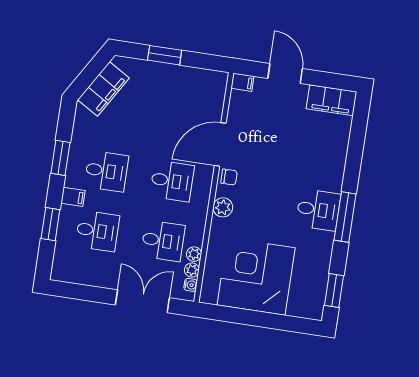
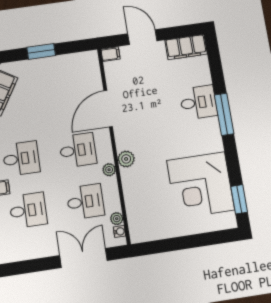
chair: (229, 177) -> (123, 133), removed
desk: (318, 210) -> (198, 102), moved
window: (345, 217) -> (224, 114), moved
plant: (194, 254) -> (109, 170), moved
corner desk: (256, 276) -> (201, 185), moved, turned -90

